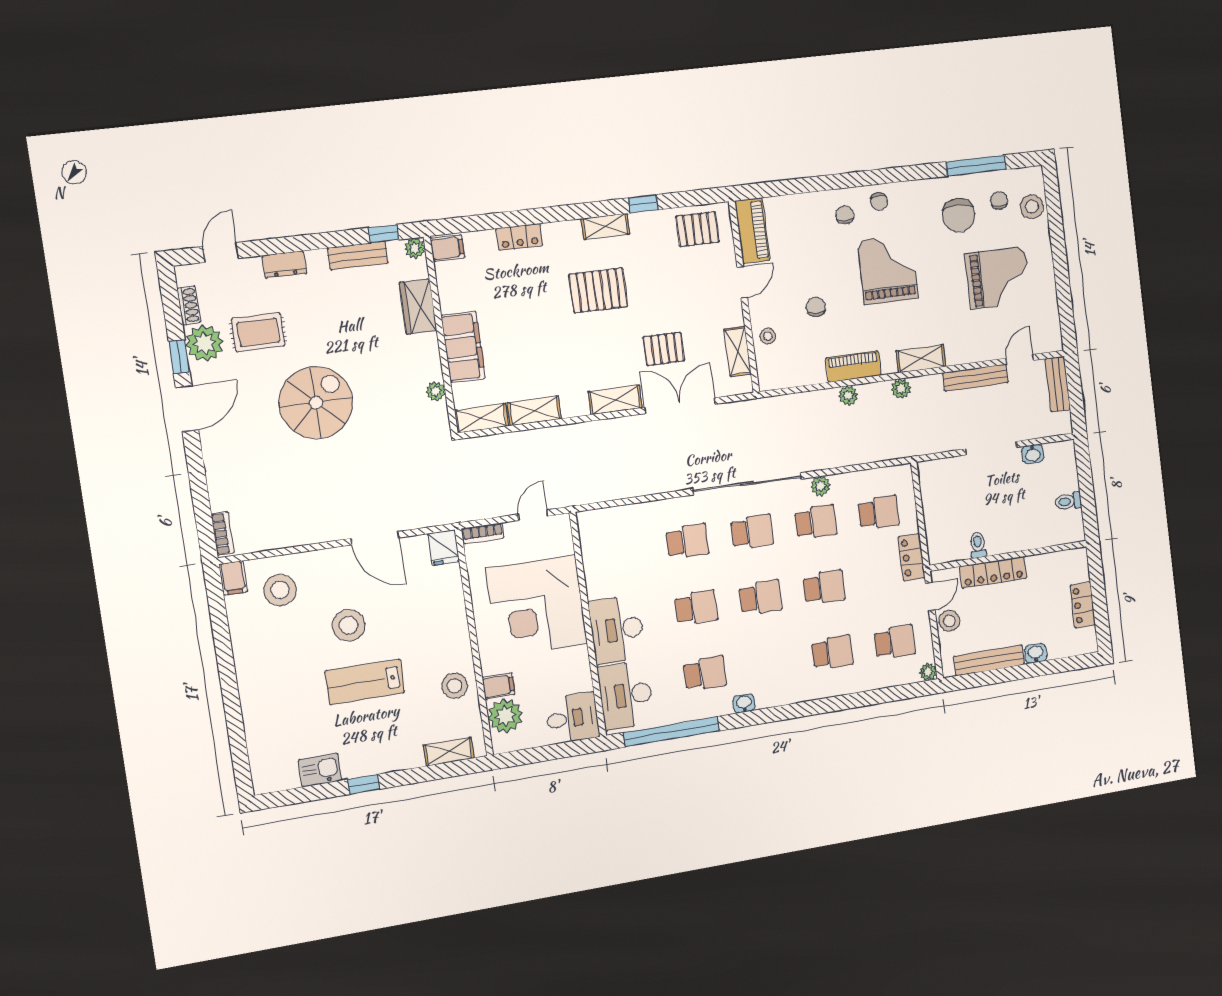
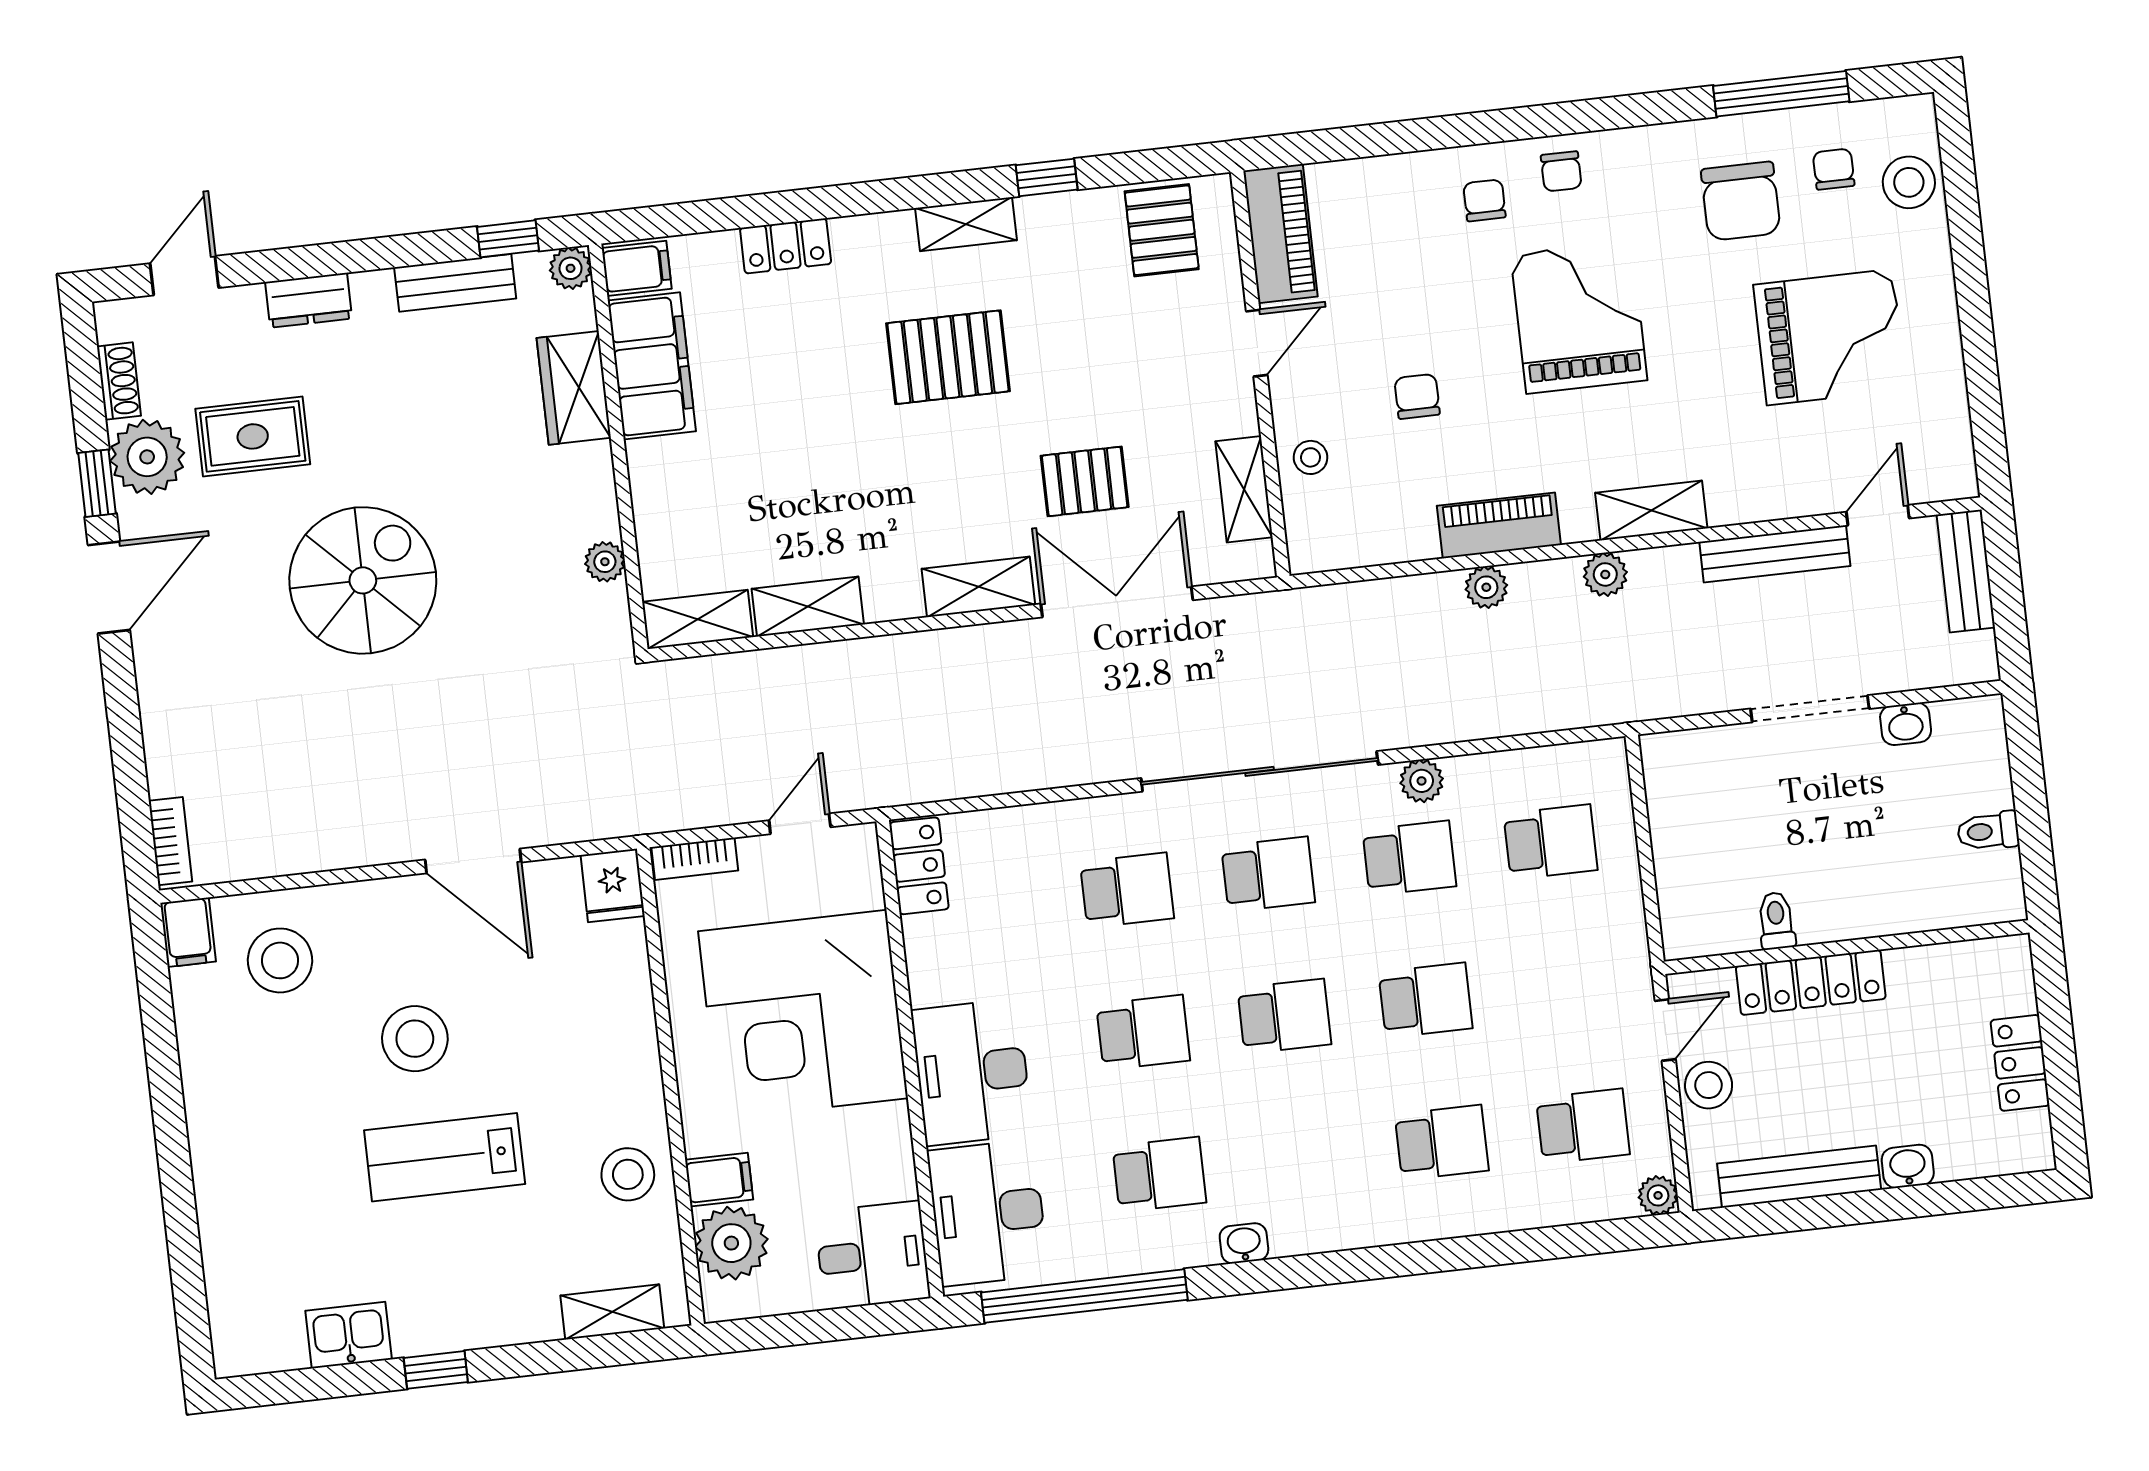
pallet: (697, 229) -> (1162, 230), turned 90
filing cabinet: (463, 347) -> (652, 366), moved
locker: (912, 557) -> (919, 866), moved, turned 180

